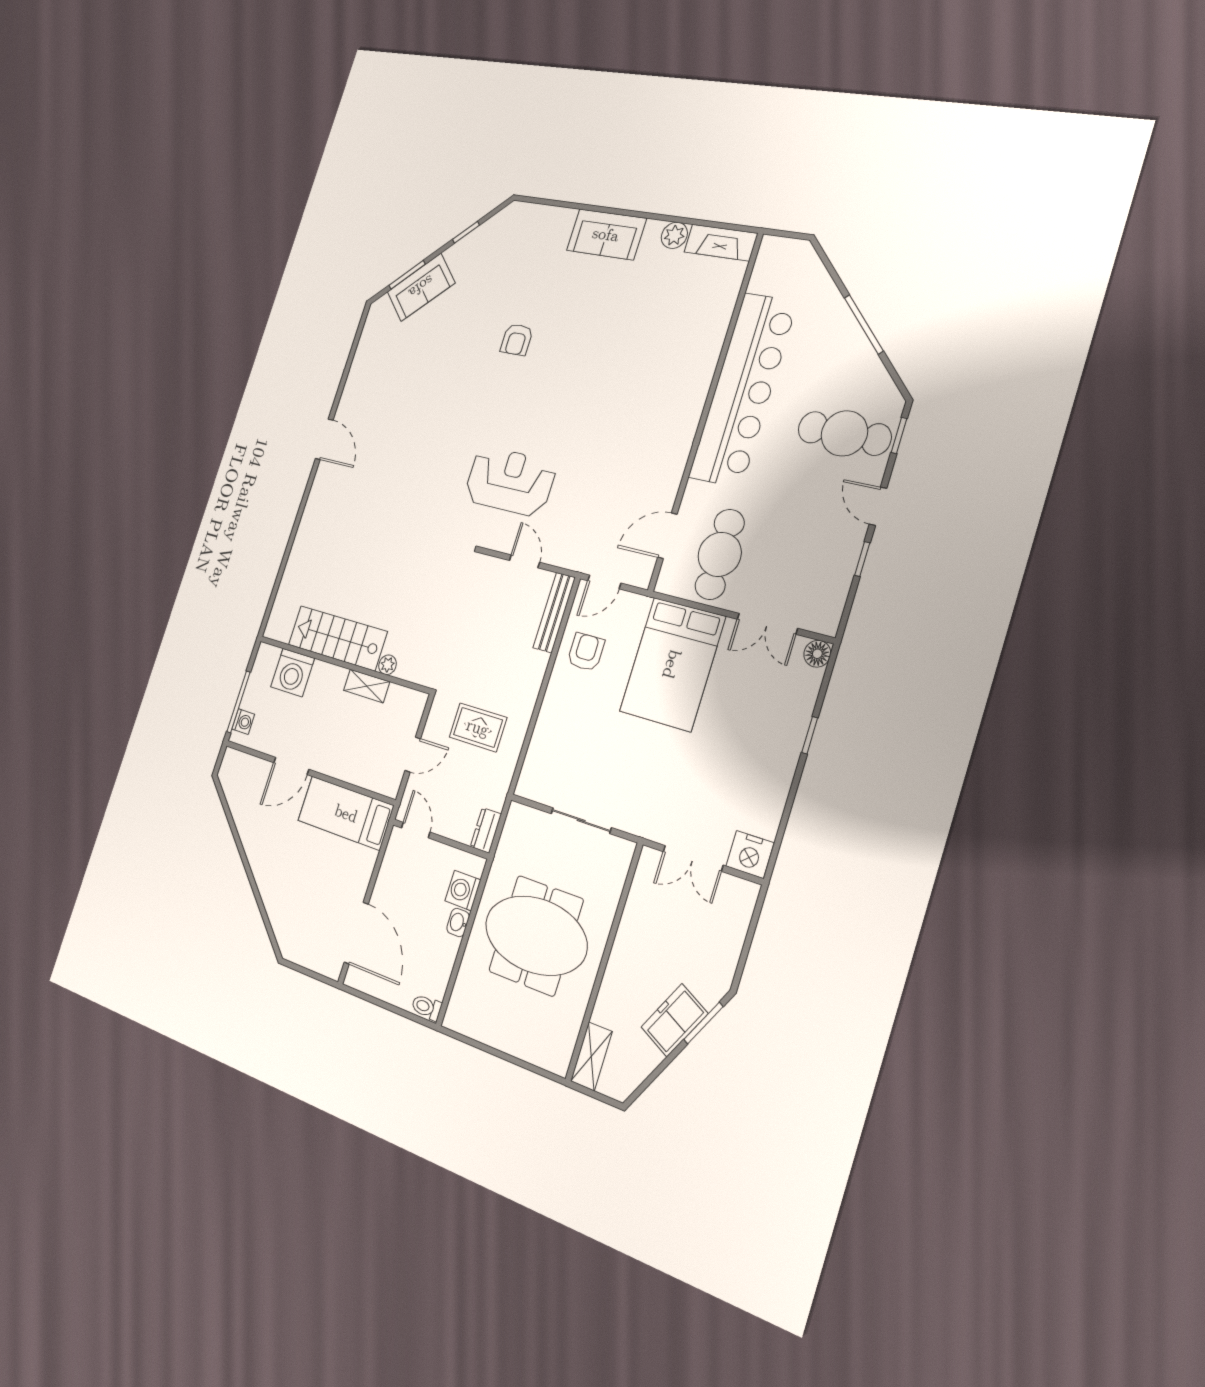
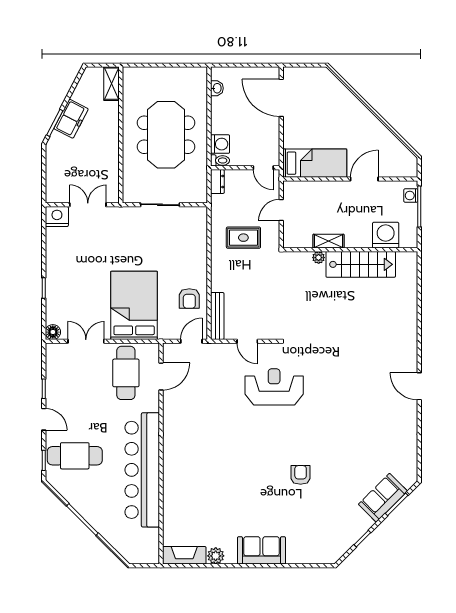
reception desk: (510, 481) -> (274, 387), turned 180
washbasin: (458, 922) -> (217, 88), moved
meeting table: (536, 935) -> (166, 135), turned 90
toilet: (427, 1007) -> (220, 160), moved

